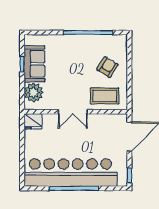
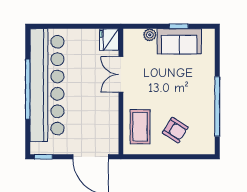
plant: (34, 92) -> (150, 35), width x0.53, depth x0.53
double door: (73, 112) -> (121, 74), moved

